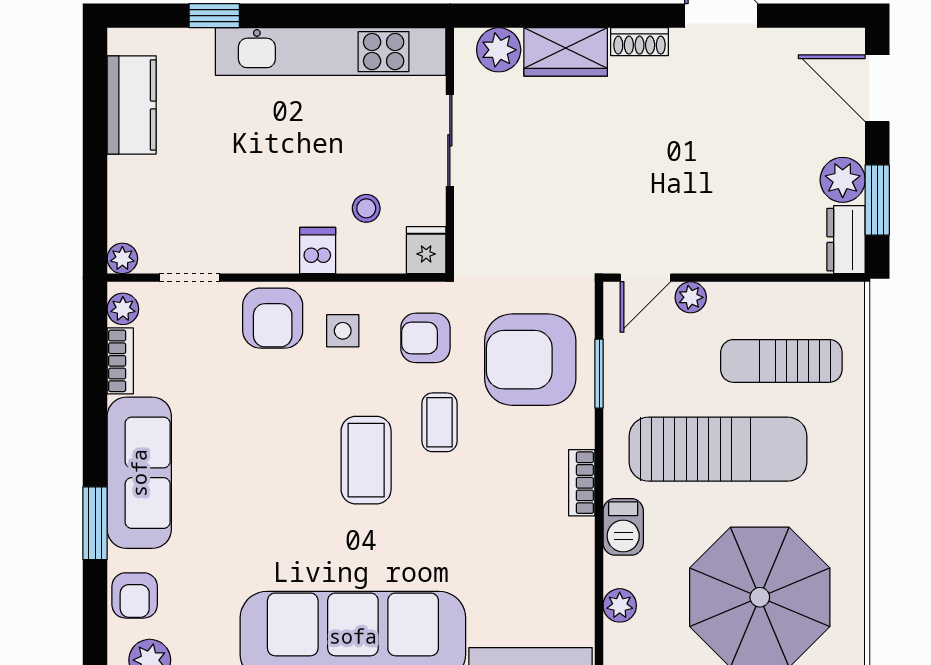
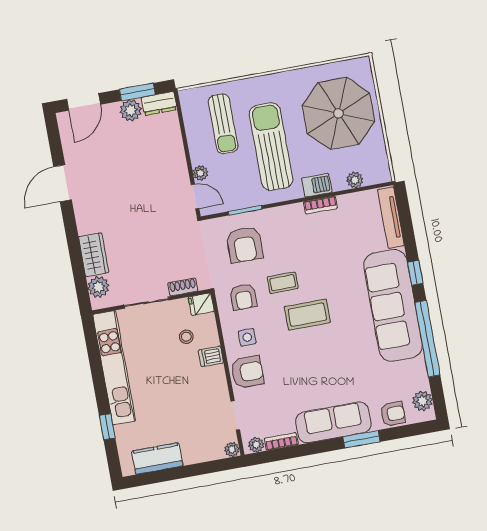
shoe rack: (640, 42) -> (183, 287), moved, turned -90
armchair: (530, 360) -> (245, 245), width x0.73, depth x0.73
bookcase: (582, 483) -> (320, 205), moved

